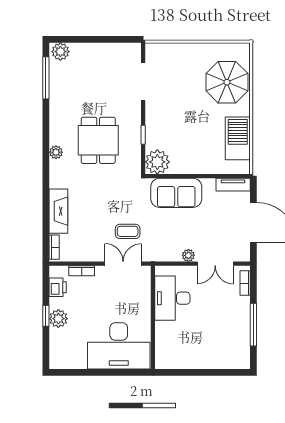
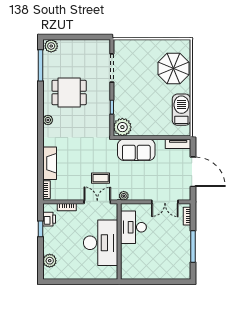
dining table: (98, 140) -> (69, 93), moved, turned 90
plant: (188, 255) -> (124, 196), moved
window: (46, 316) -> (41, 229), moved
plant: (58, 319) -> (50, 261), moved
desk: (119, 346) -> (101, 243), moved, turned -90

